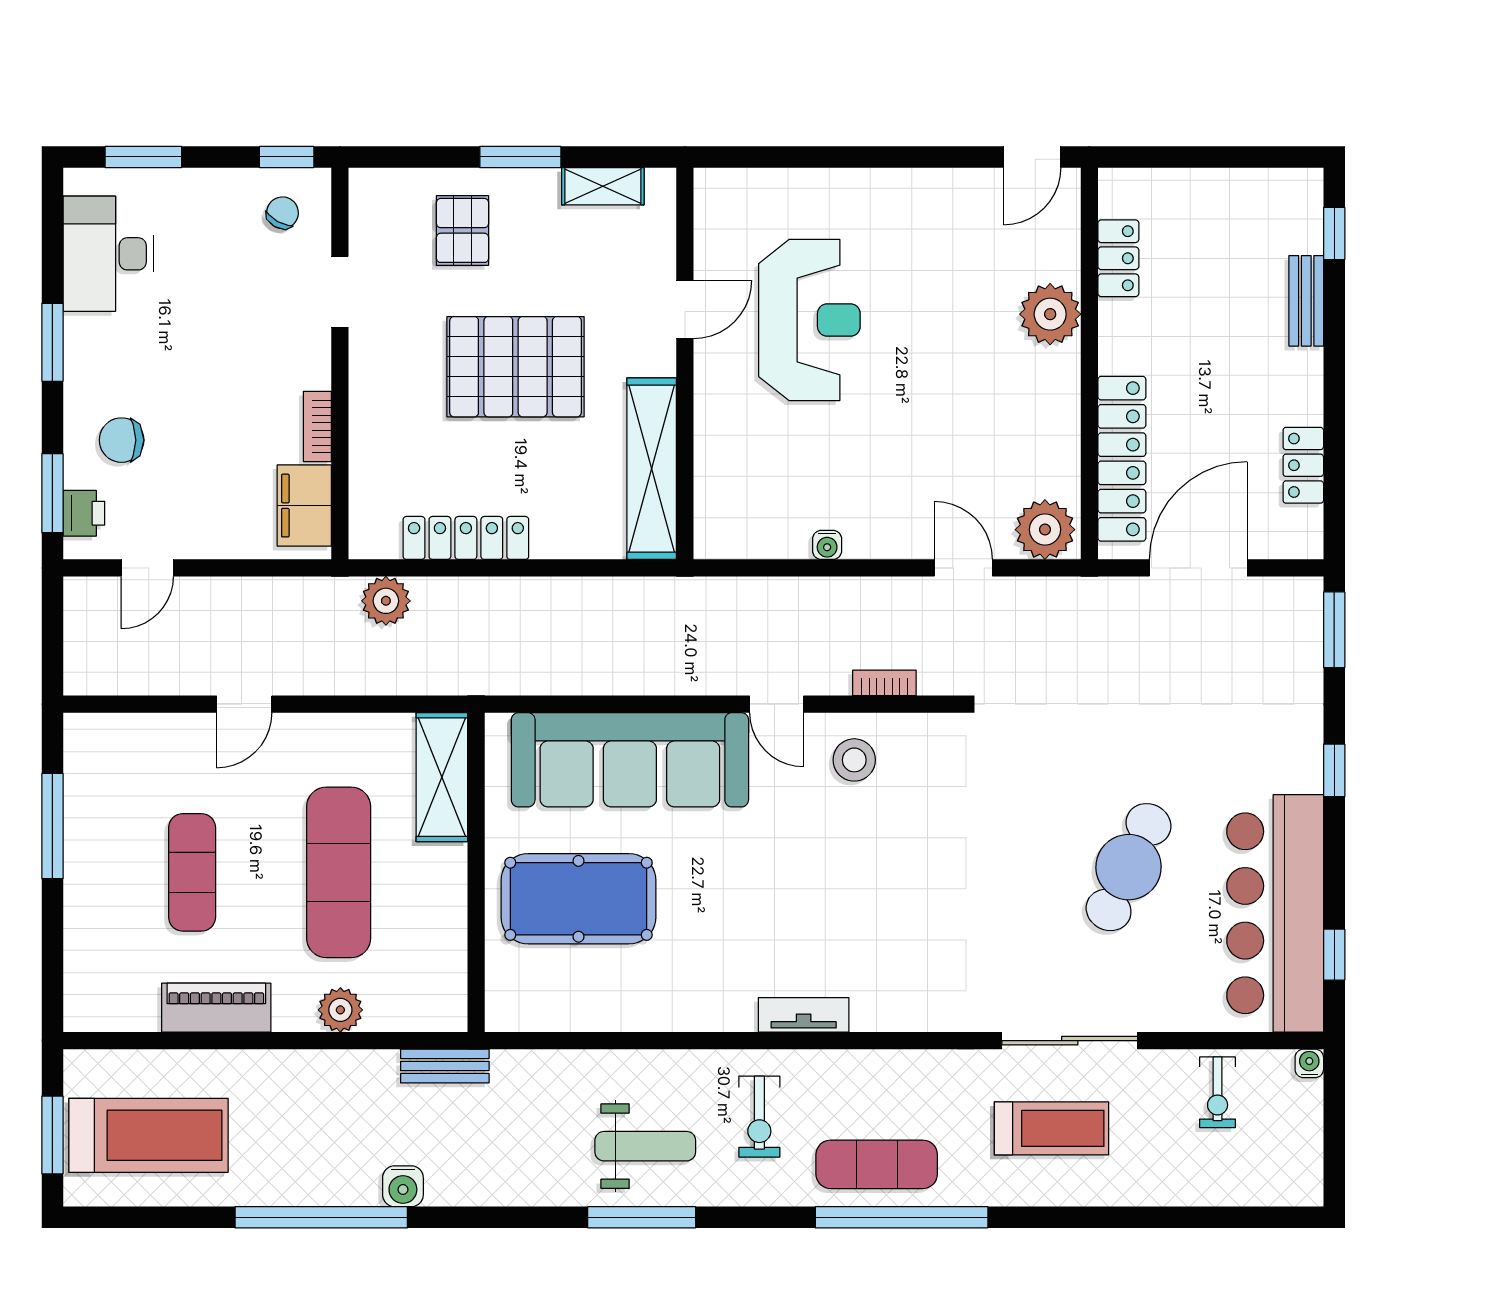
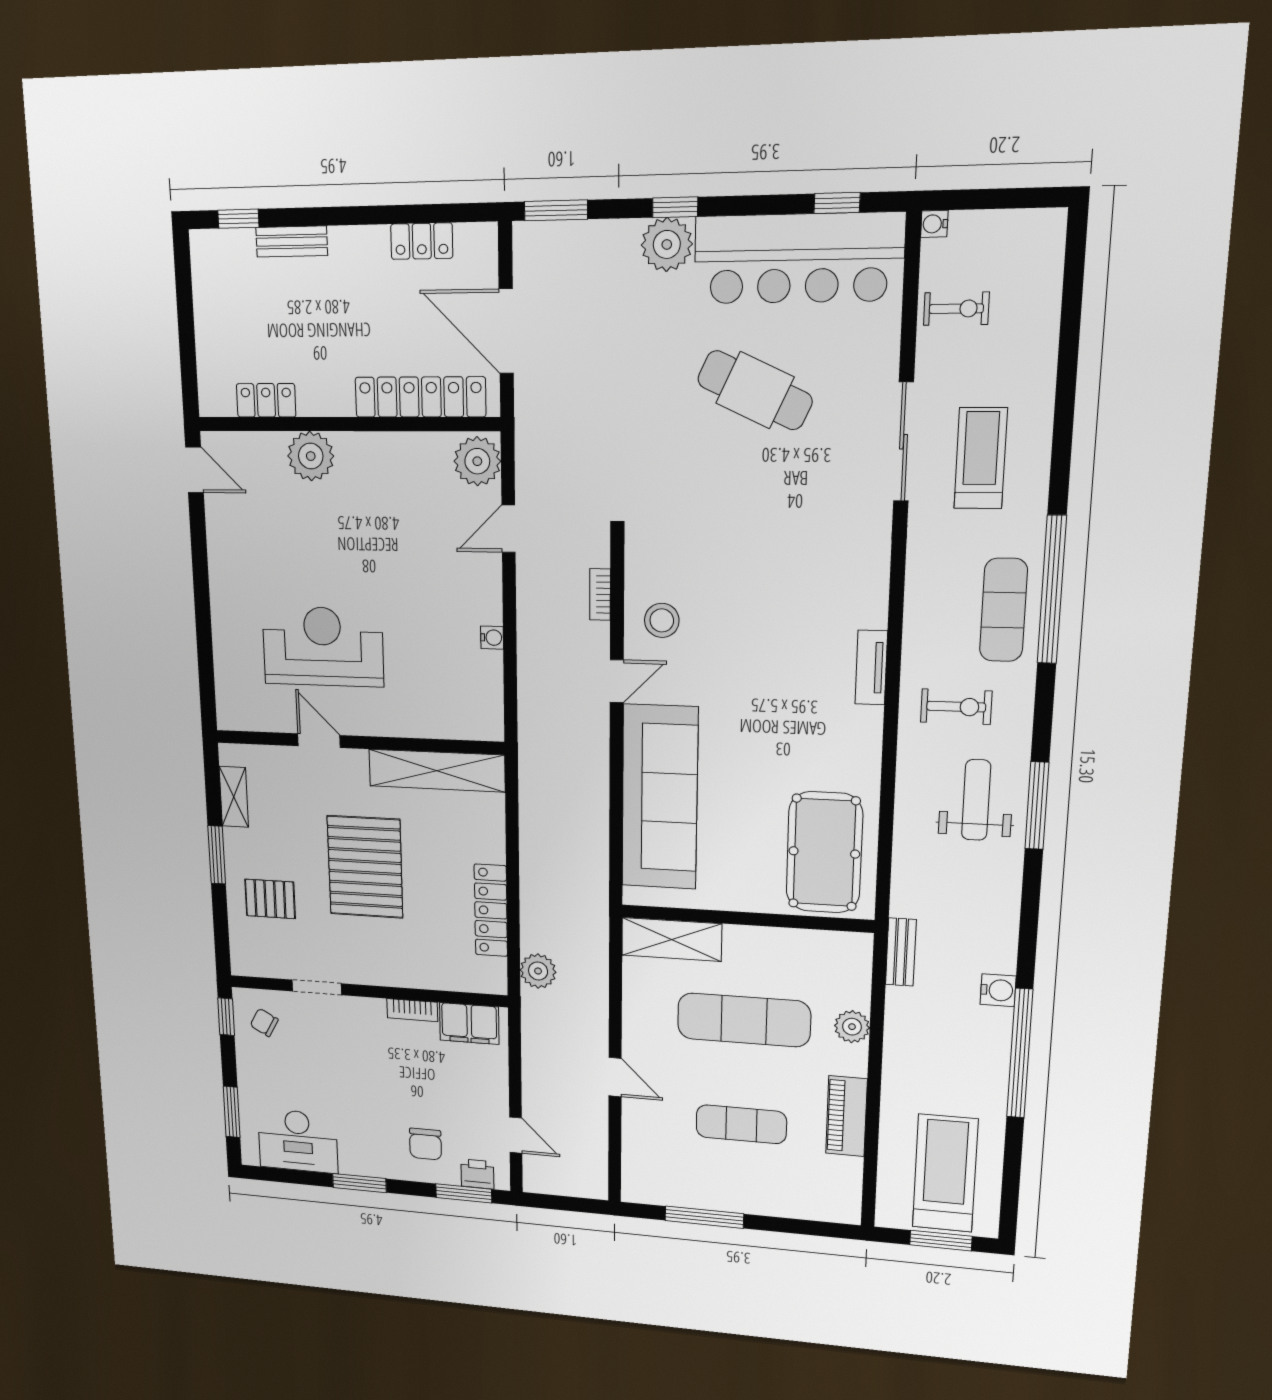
plant: (1293, 761) -> (667, 244), added
pool table: (579, 899) -> (824, 852), moved

